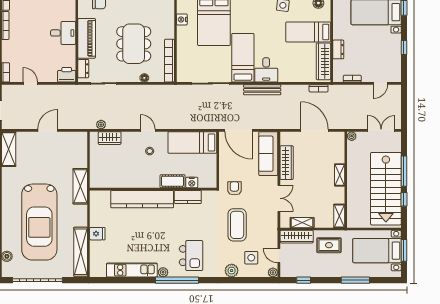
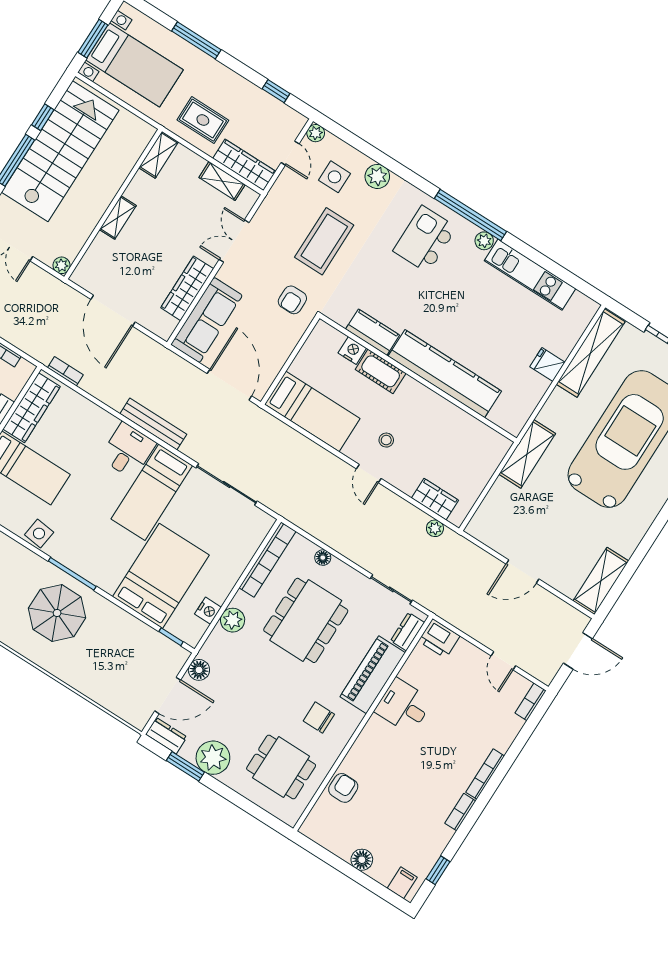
plant: (168, 22) -> (233, 620), added

